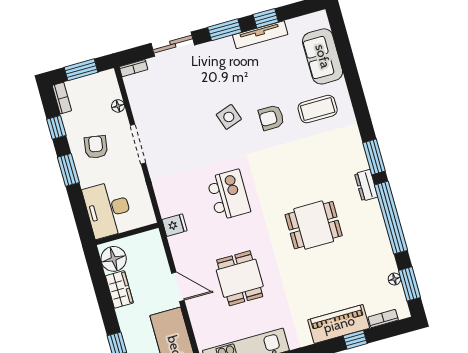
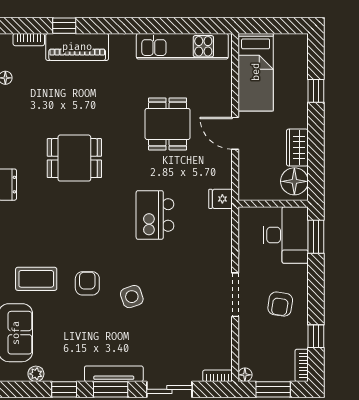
plant: (294, 25) -> (36, 374), added
tv unit: (260, 35) -> (114, 374), moved
floor lamp: (118, 106) -> (245, 375), moved
armchair: (271, 118) -> (87, 283), turned -90
window: (68, 170) -> (316, 237), moved

